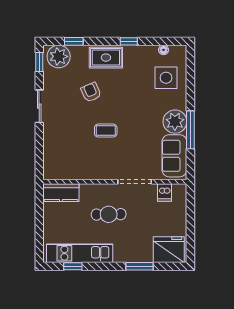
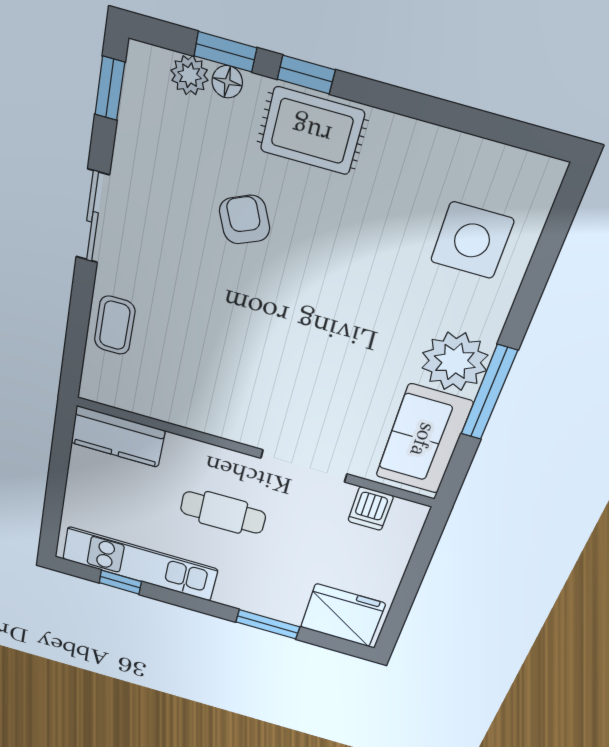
window: (129, 41) -> (306, 75), moved
floor lamp: (164, 50) -> (227, 82), moved
plant: (59, 56) -> (190, 75), width x0.53, depth x0.53
coffee table: (106, 131) -> (115, 325), moved, turned 90

